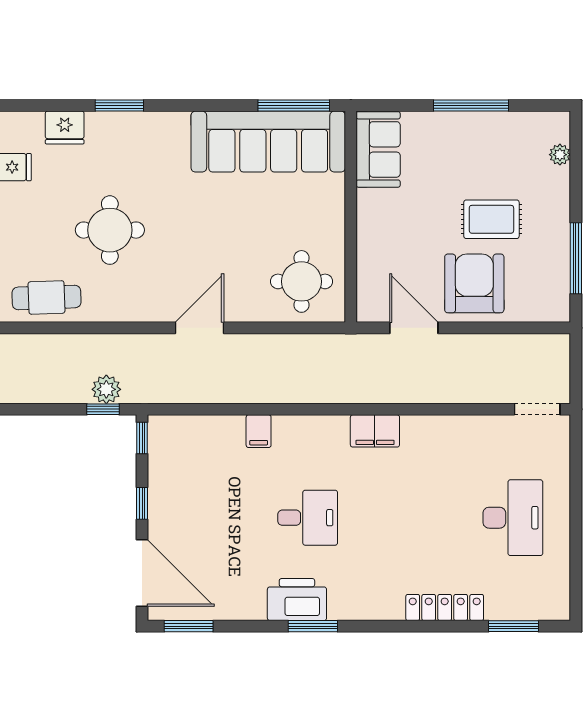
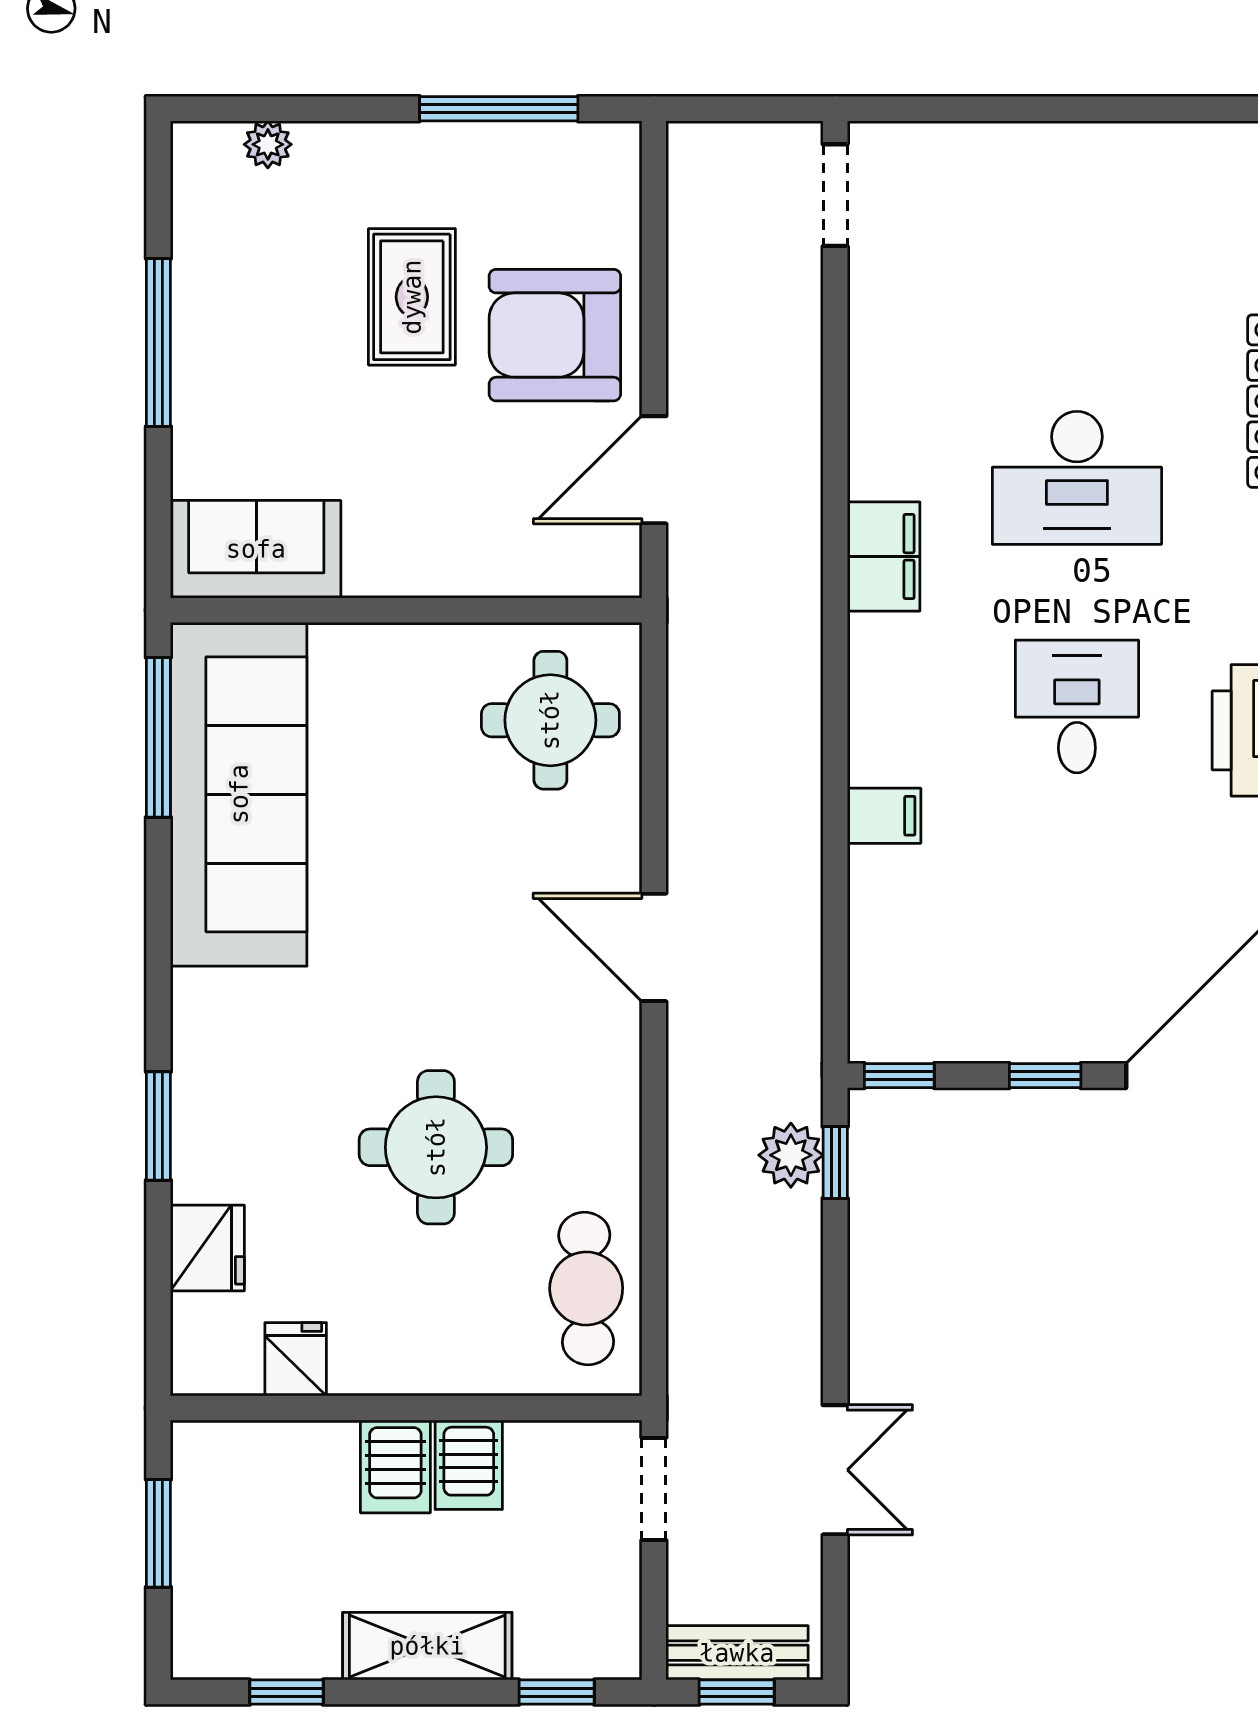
desk: (513, 518) -> (1077, 478), moved, turned 180

